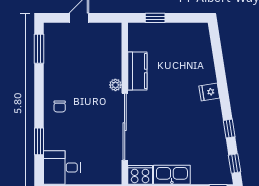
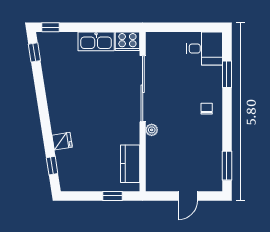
kitchen counter: (137, 71) -> (130, 164), moved
fridge: (209, 92) -> (62, 141), moved
window: (229, 129) -> (52, 166), moved

